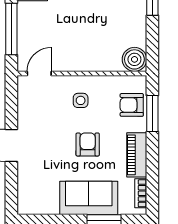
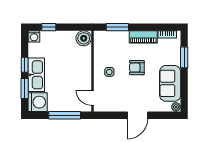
armchair: (132, 105) -> (112, 40), removed
sofa: (89, 198) -> (170, 83), moved
plant: (25, 207) -> (176, 107), added

